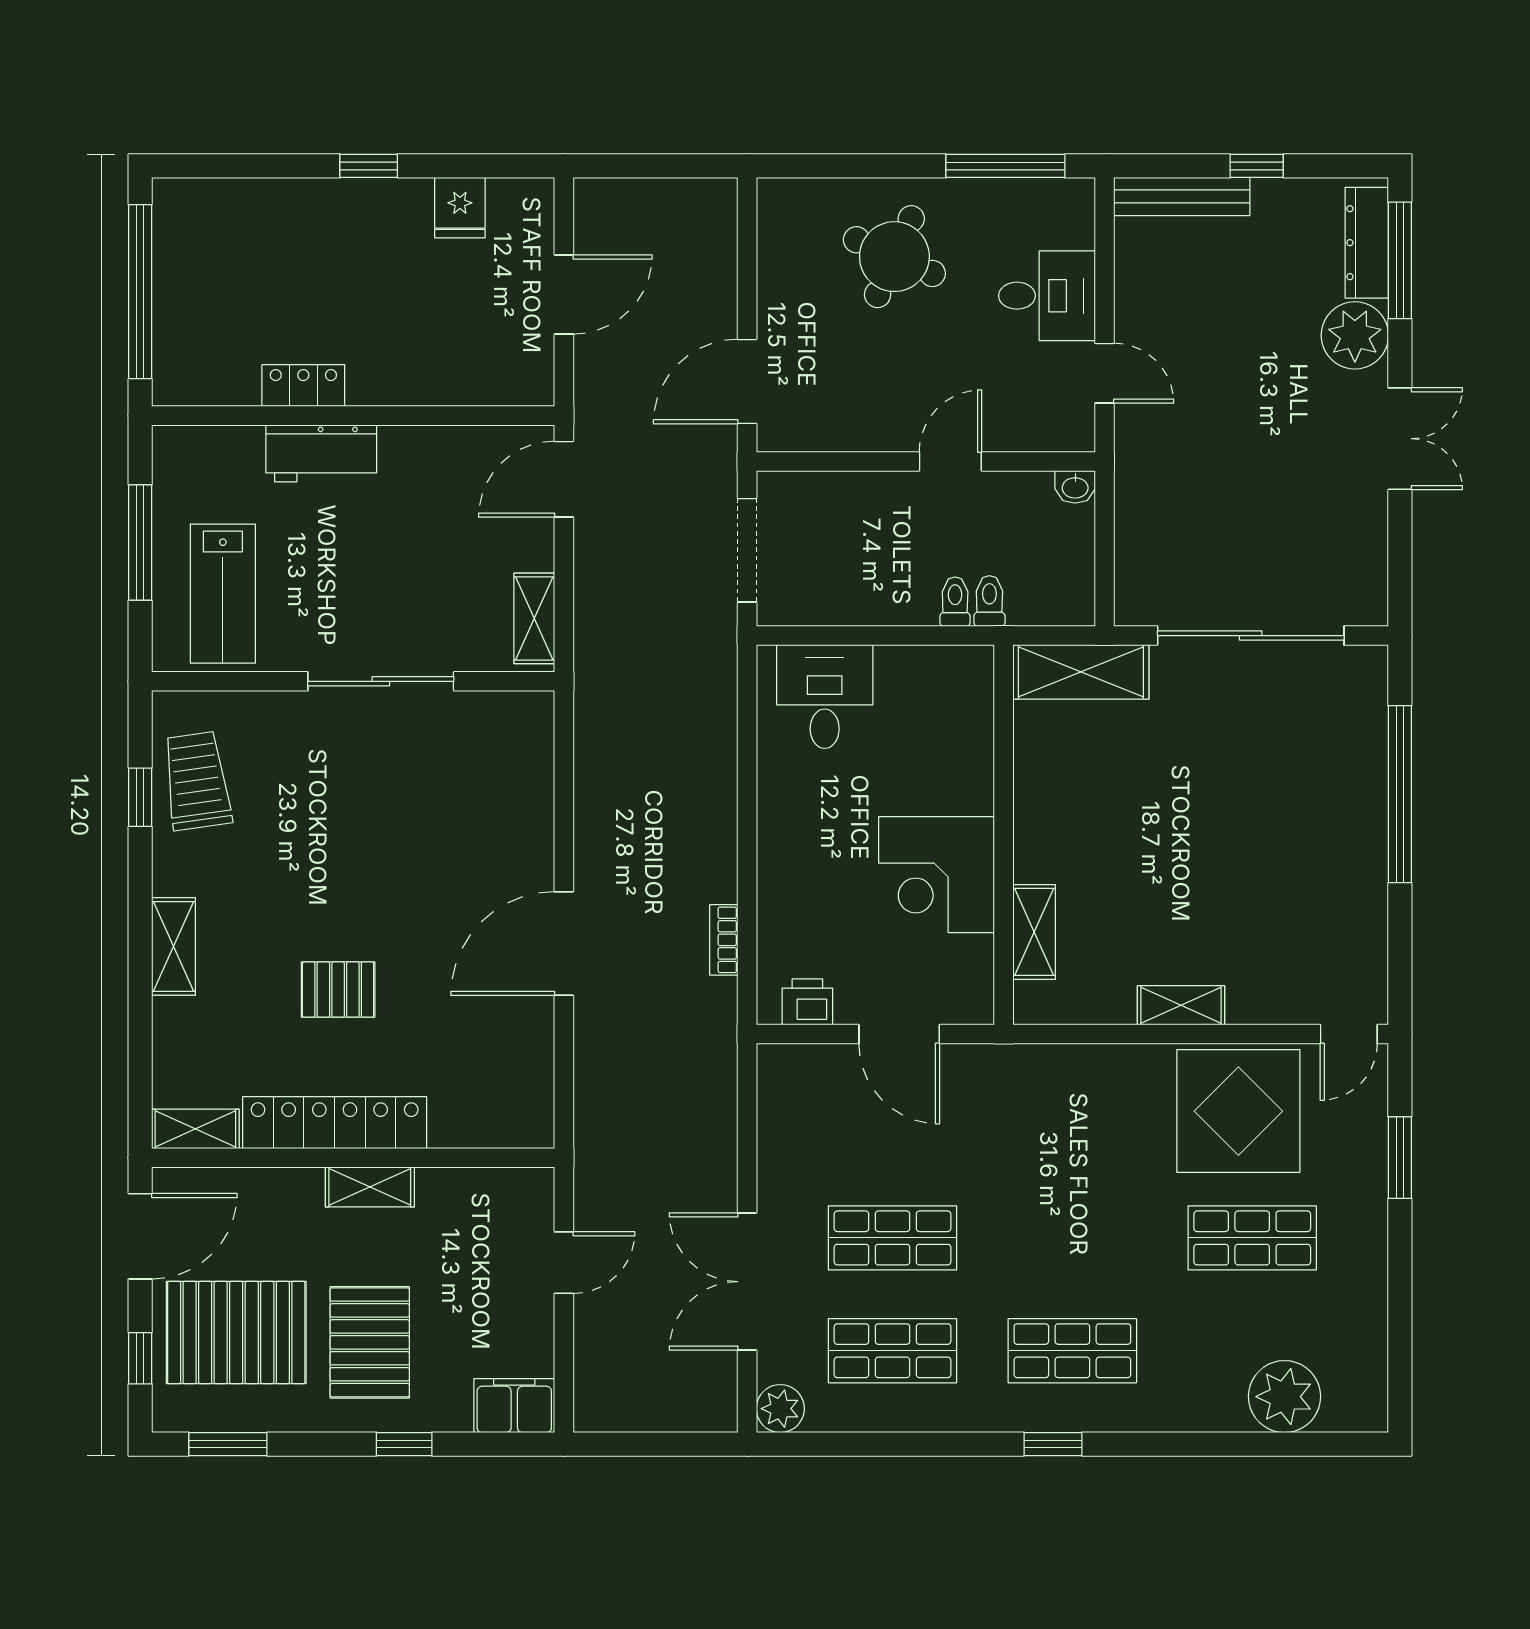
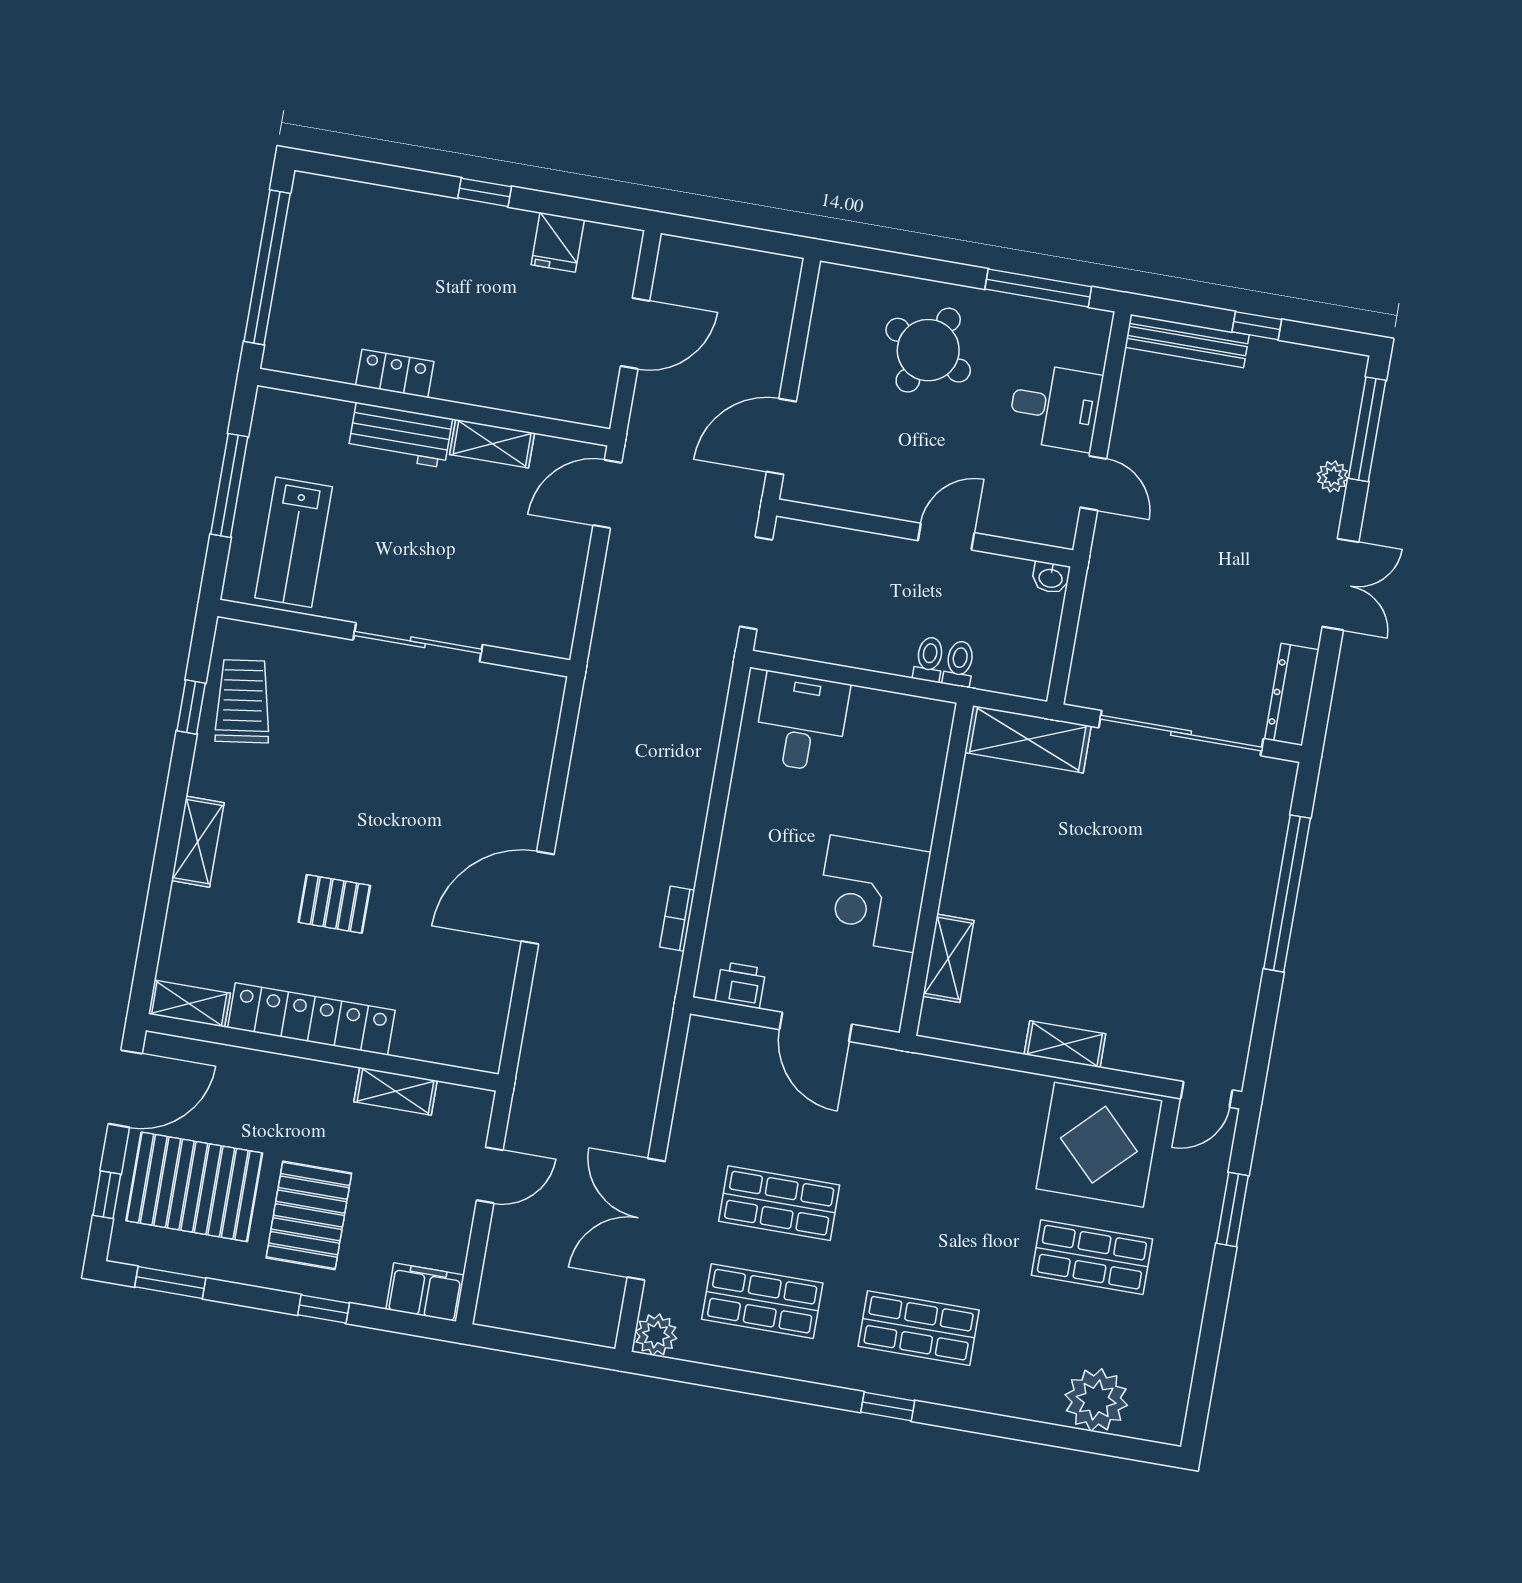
dresser: (1367, 243) -> (1292, 694), moved
plant: (1355, 335) -> (1333, 476), width x0.53, depth x0.53
shelving: (534, 618) -> (492, 444), moved, turned 90
shelving: (370, 1187) -> (396, 1091), moved

